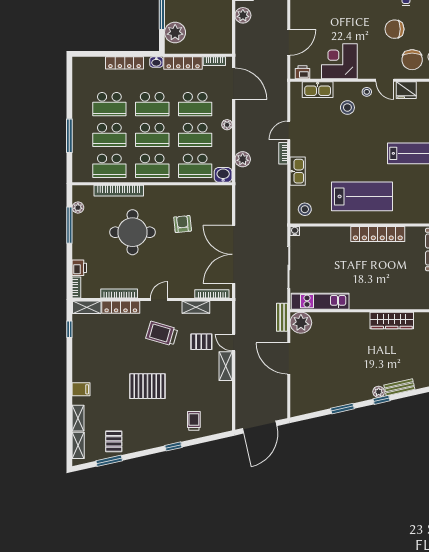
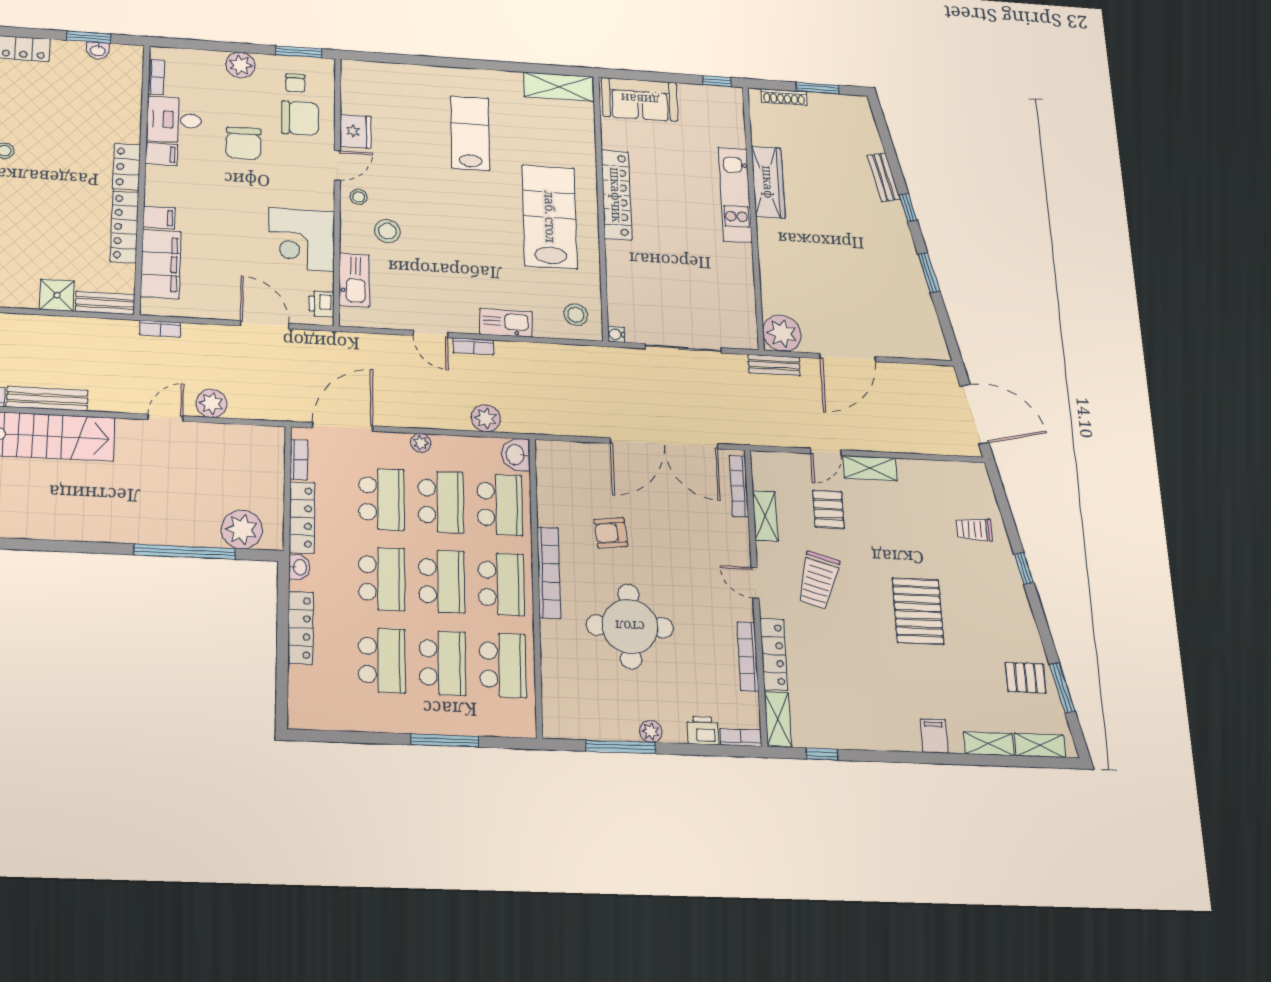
bookcase: (119, 191) -> (549, 573), moved
plant: (78, 208) -> (651, 731), moved
kitchen unit: (320, 301) -> (735, 195), moved
plant: (379, 392) -> (894, 211), removed

